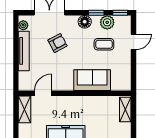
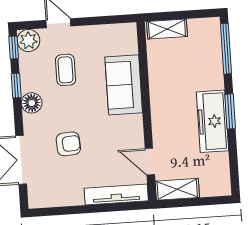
plant: (107, 22) -> (28, 40), moved
plant: (23, 25) -> (44, 200), removed
armchair: (58, 43) -> (68, 144), turned 114
tv unit: (24, 51) -> (116, 194), moved

